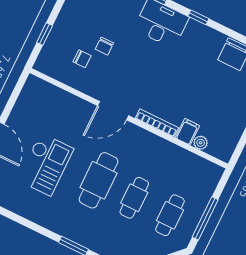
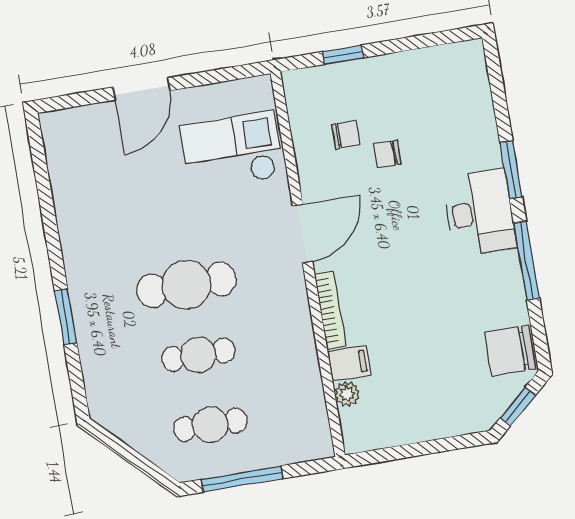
window: (198, 17) -> (527, 261), width x2.17
chair: (82, 59) -> (346, 135), turned -90
door: (113, 111) -> (303, 234), swing flipped
checkout: (46, 164) -> (232, 151), moved, turned 180

